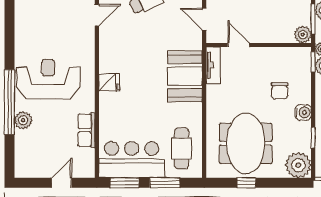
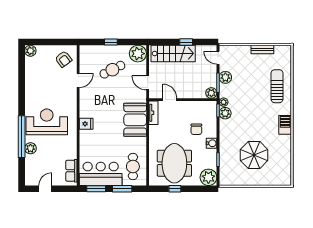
row of seats: (86, 130) -> (71, 171), moved
door: (62, 183) -> (45, 189), moved

